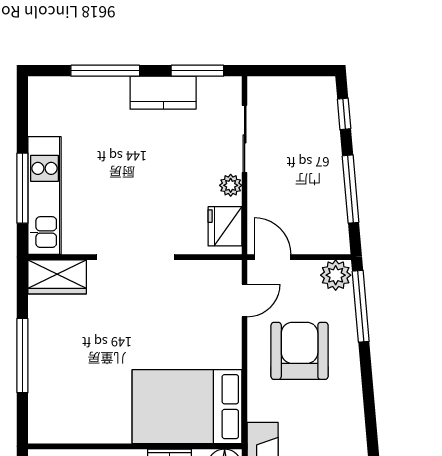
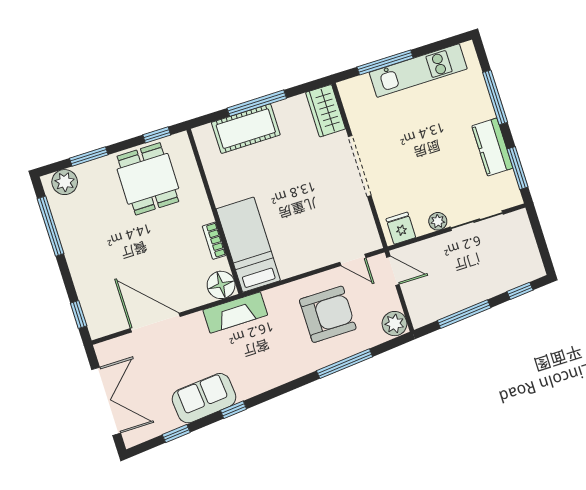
kitchen unit: (45, 195) -> (418, 71), moved
fridge: (225, 226) -> (401, 228), width x0.72
door: (273, 257) -> (393, 271), hinge flipped
window: (361, 306) -> (345, 364), moved
cot: (48, 378) -> (246, 129), added
bed: (187, 407) -> (248, 245), width x0.67

